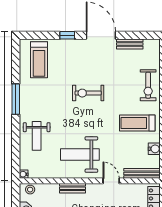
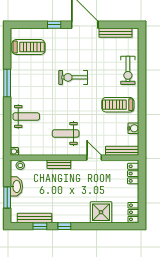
bench: (130, 44) -> (115, 33), width x1.36
treadmill: (39, 60) -> (28, 47), turned -90
weight bench: (37, 136) -> (26, 116), turned -90
weight bench: (80, 155) -> (66, 133), width x0.73, depth x0.75

